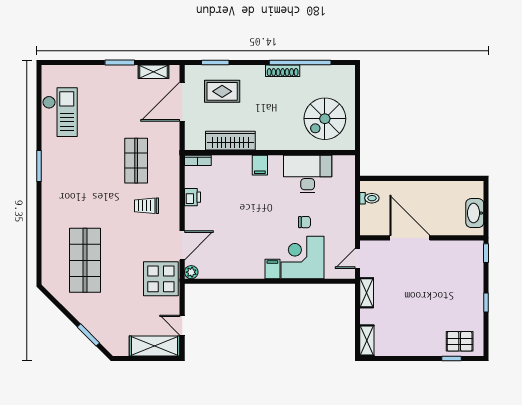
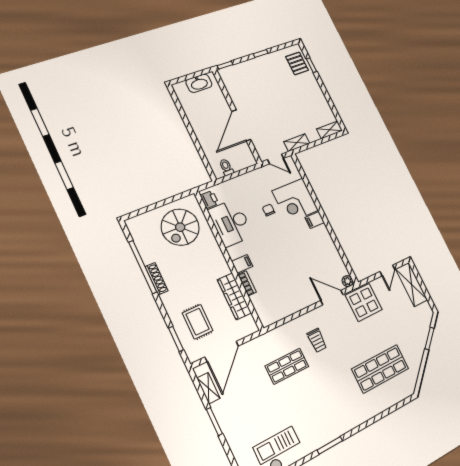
door: (182, 102) -> (222, 351), hinge flipped
spiral stairs: (325, 119) -> (180, 227), turned 90
bookcase: (198, 160) -> (247, 283), moved
printer: (192, 197) -> (209, 199), moved, turned 90

